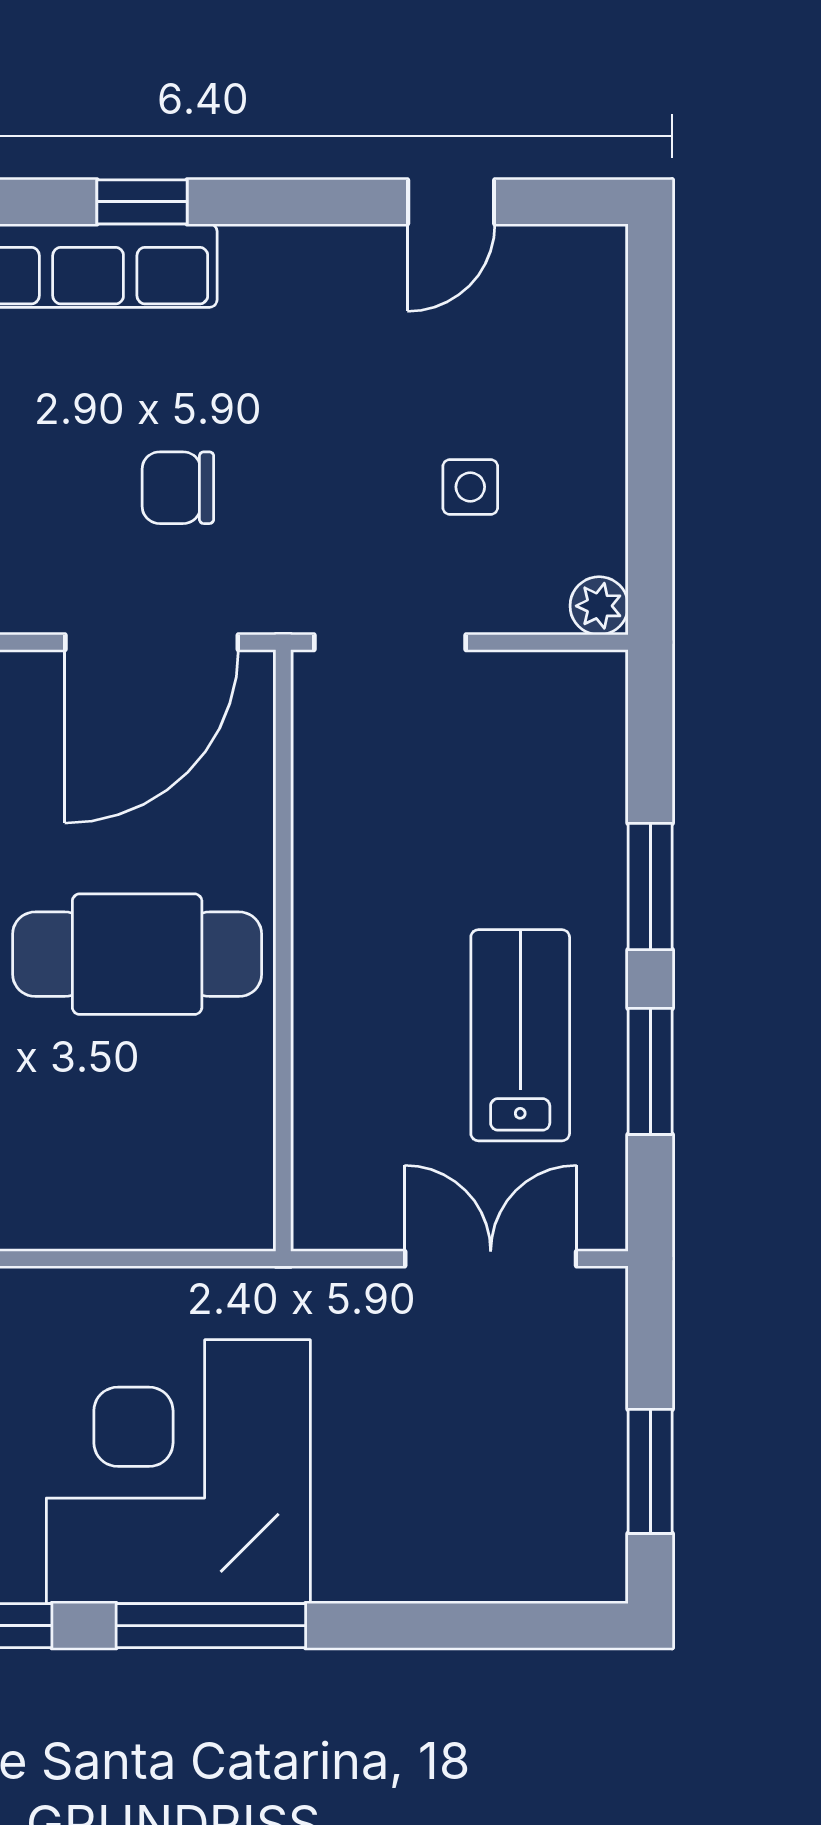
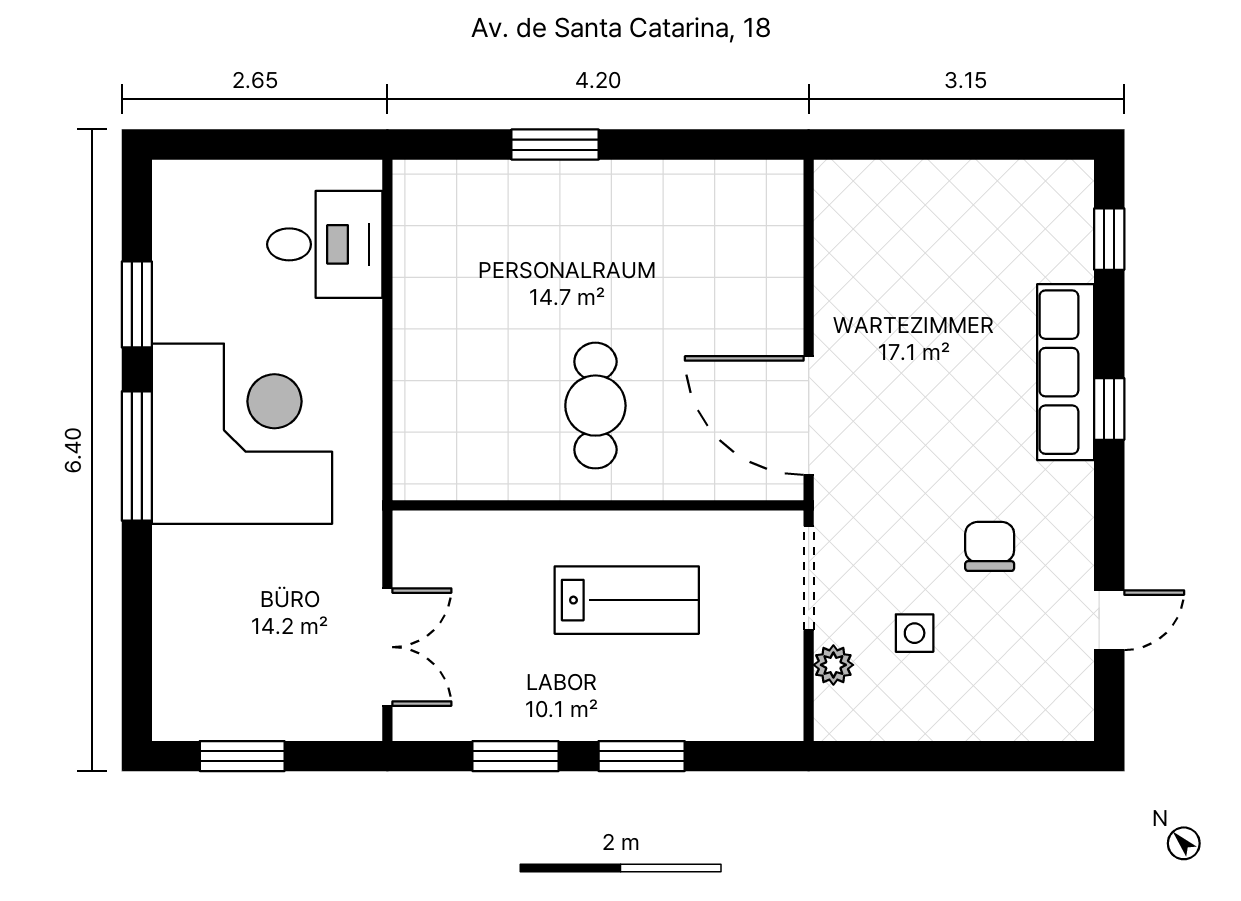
door: (451, 202) -> (1109, 620), swing flipped
chair: (178, 488) -> (990, 546), moved
plant: (599, 606) -> (833, 665), moved
cafe table: (137, 954) -> (595, 406), width x0.73, depth x0.74
lab bench: (520, 1035) -> (627, 600), moved

